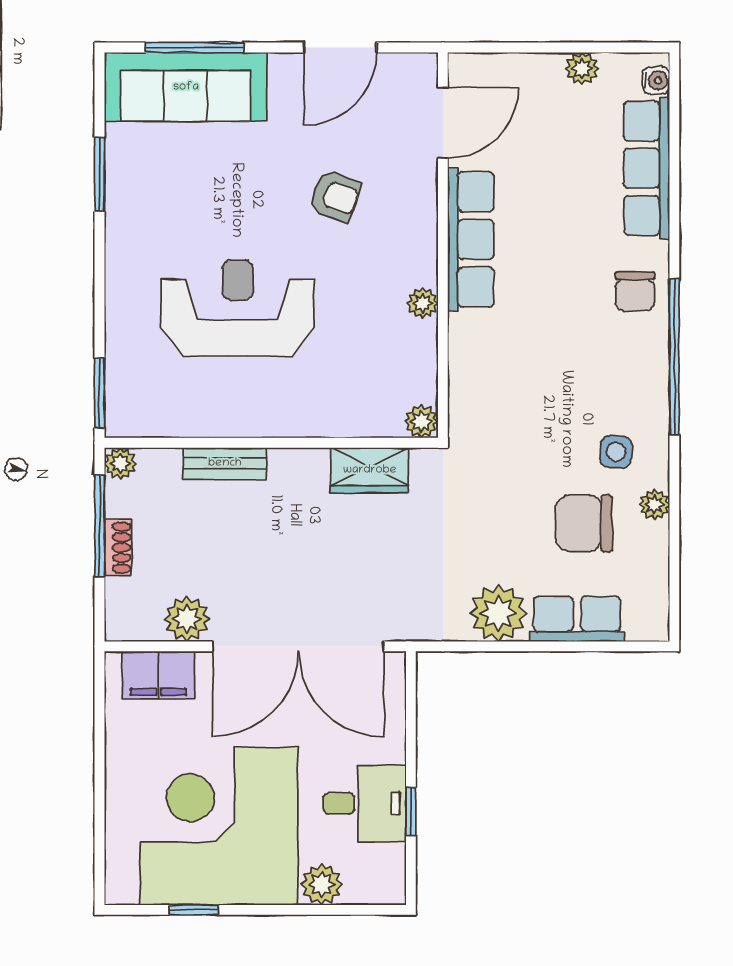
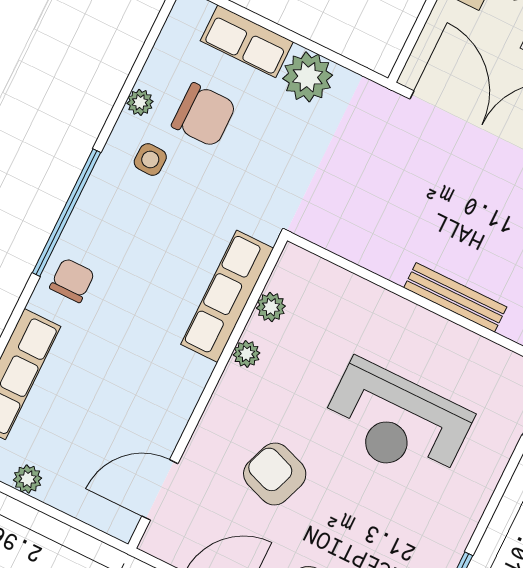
armchair: (335, 196) -> (275, 474), width x1.38, depth x1.38
row of seats: (471, 239) -> (227, 296), moved
plant: (421, 421) -> (271, 307), moved
bench: (225, 463) -> (455, 297), width x1.36
wardrobe: (370, 470) -> (354, 241), removed

